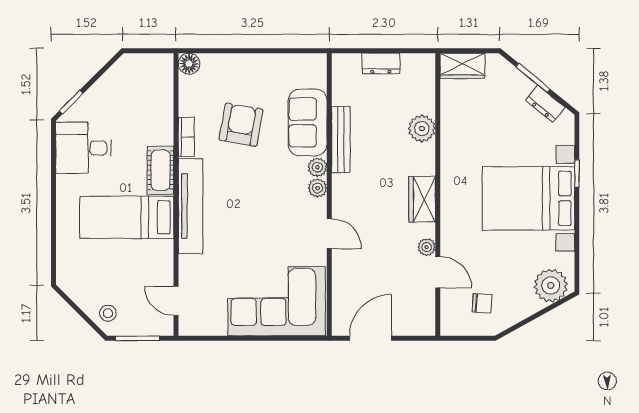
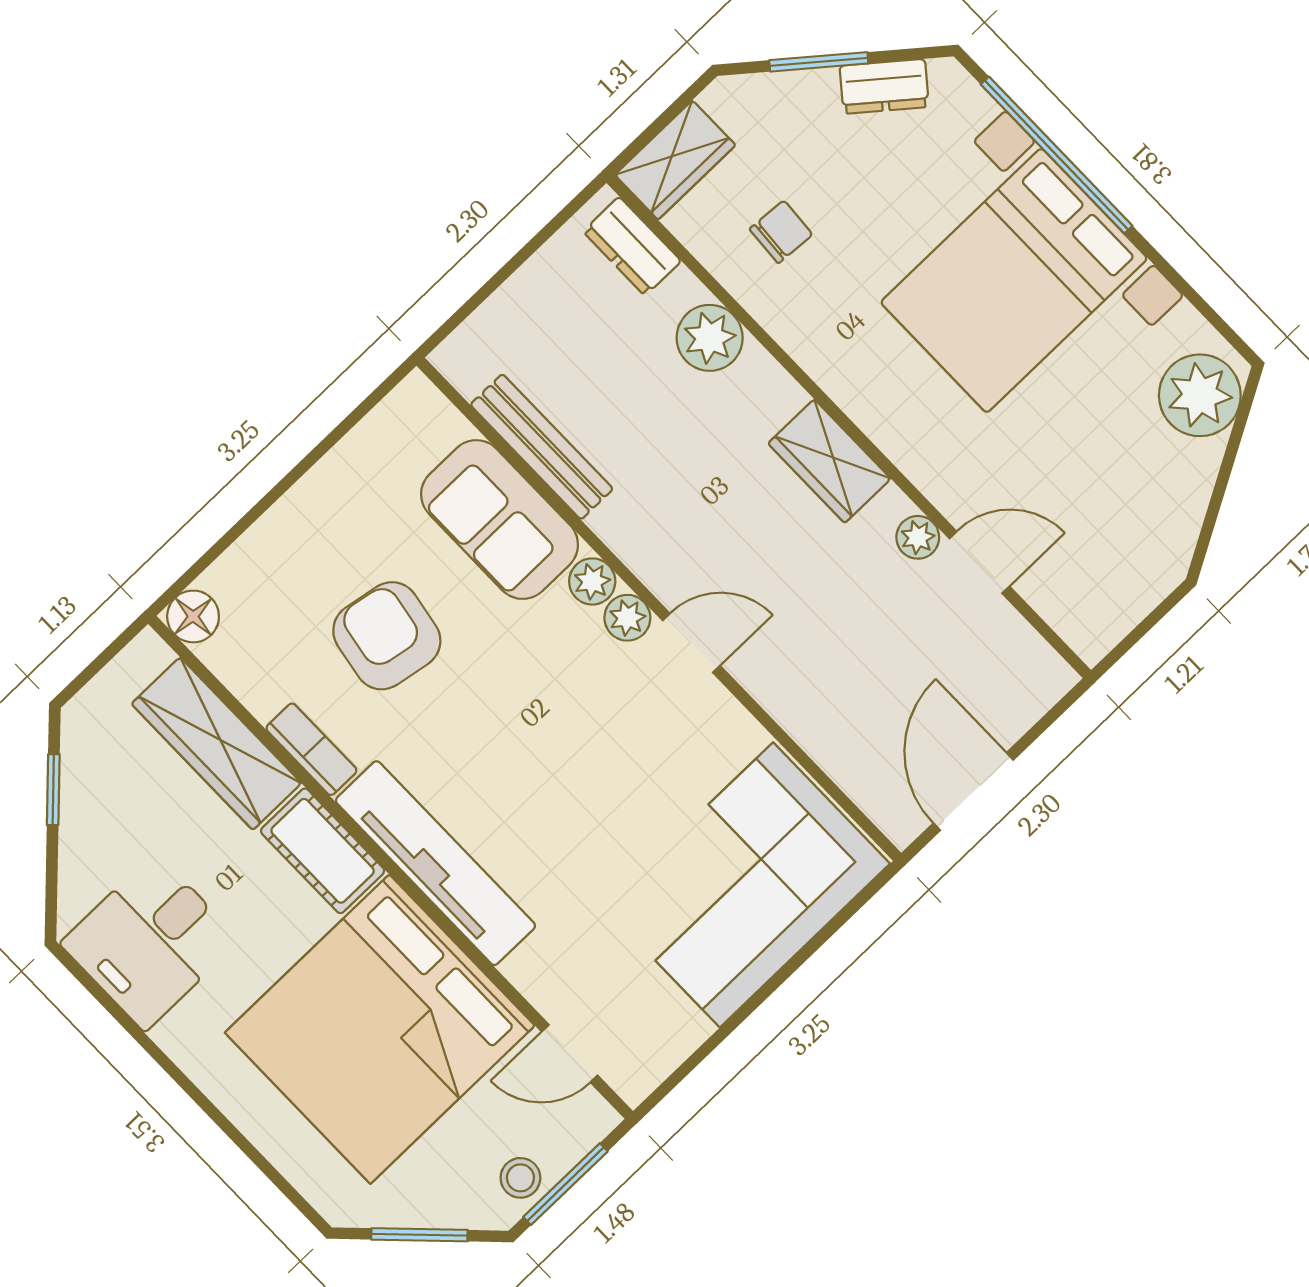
dresser: (381, 63) -> (632, 246), moved, turned 90
window: (71, 102) -> (53, 790), moved
wardrobe: (160, 108) -> (216, 744), added
bench: (341, 140) -> (542, 447), moved
window: (577, 173) -> (1057, 155), width x3.17
bed: (127, 217) -> (380, 1029), width x2.04
door: (329, 234) -> (691, 643), moved
chair: (482, 303) -> (781, 232), moved
window: (80, 312) -> (419, 1235), added
stool: (108, 313) -> (520, 1178), moved

